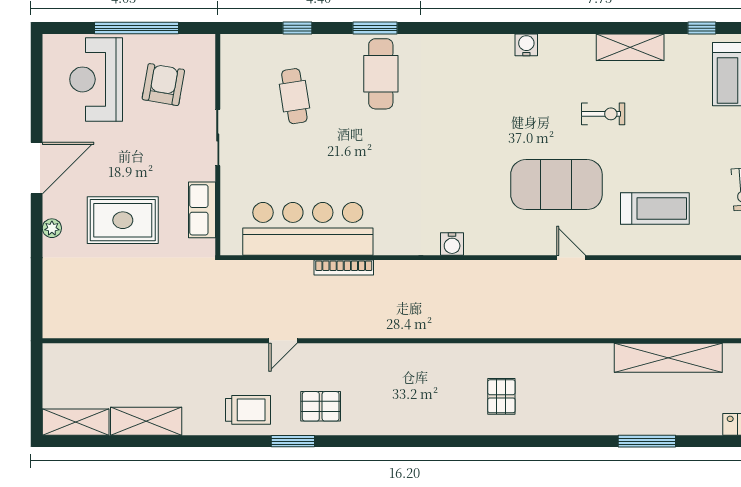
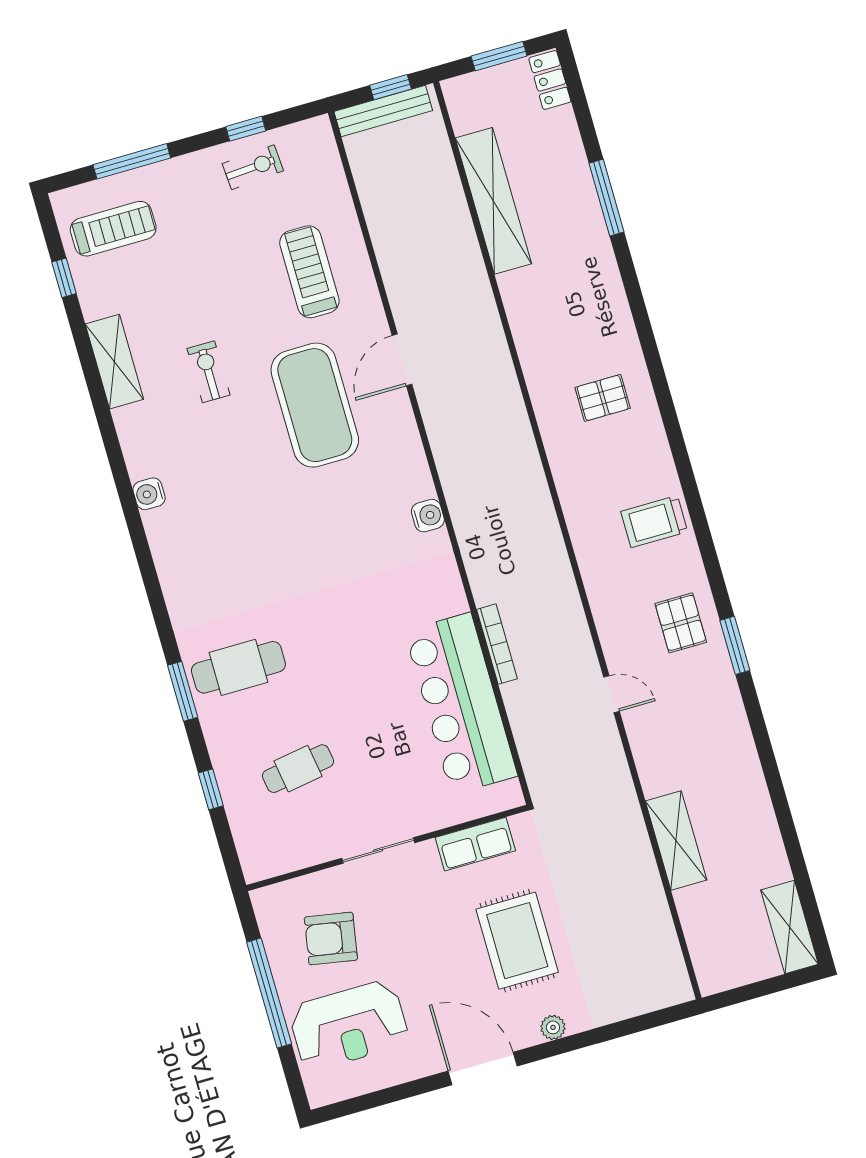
door: (571, 258) -> (402, 360), width x1.38
trolley: (248, 410) -> (654, 522), moved, turned -90
shelving: (146, 421) -> (676, 840), moved

